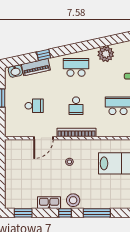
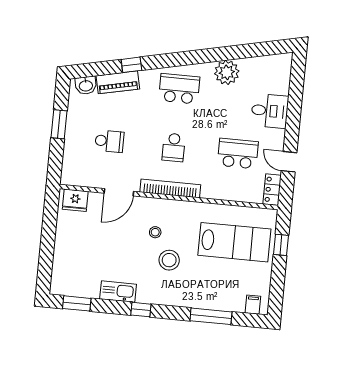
fridge: (16, 146) -> (75, 200), added
stool: (73, 200) -> (169, 260), moved
window: (97, 213) -> (211, 316), moved

